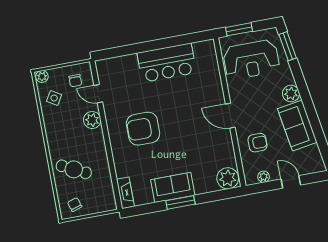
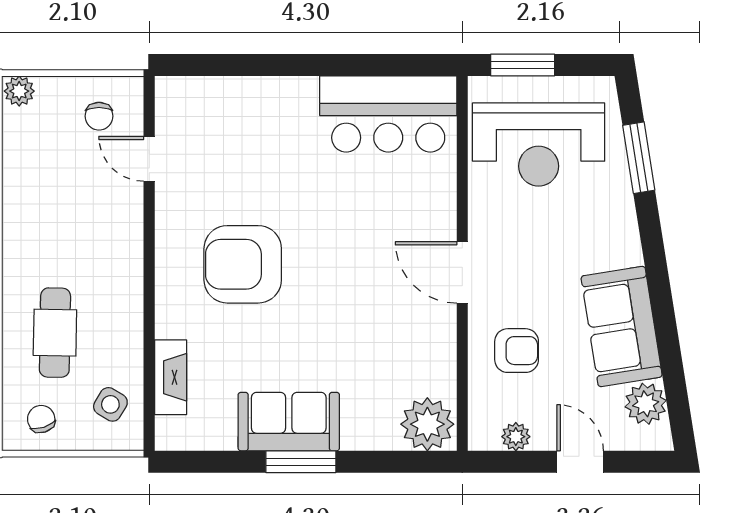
window: (288, 46) -> (639, 158), moved
bar counter: (167, 63) -> (388, 114), moved
plant: (291, 94) -> (646, 404), moved
side table: (54, 98) -> (110, 404), moved
plant: (92, 120) -> (122, 220), removed
cafe table: (74, 169) -> (55, 333), turned 64
fireplace: (125, 193) -> (171, 377), moved

